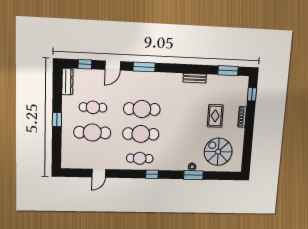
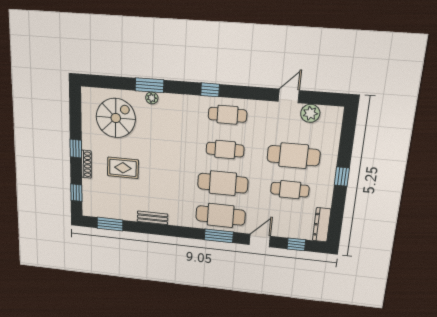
cafe table: (143, 84) -> (221, 215), added
rug: (215, 116) -> (123, 168), turned 90
window: (249, 128) -> (76, 149), added
cafe table: (141, 134) -> (225, 150), width x0.73, depth x0.74
spiral stairs: (218, 152) -> (116, 118), turned -90
plant: (83, 162) -> (310, 113), added

